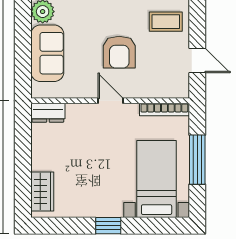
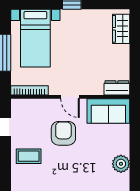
sofa: (47, 53) -> (108, 111), moved, turned -90

